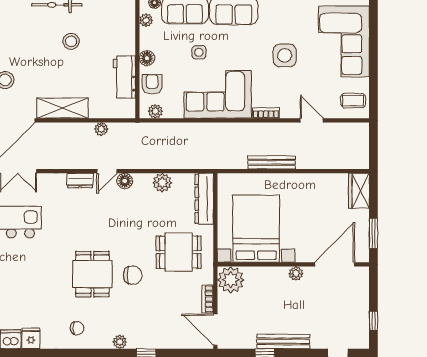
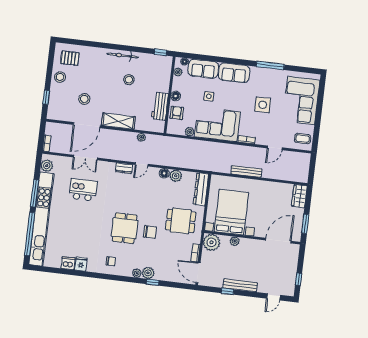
plant: (155, 111) -> (190, 132), moved
door: (312, 120) -> (275, 148), swing flipped
floor lamp: (125, 181) -> (164, 173), moved
plant: (296, 274) -> (235, 241), moved
plant: (137, 339) -> (148, 273), added

